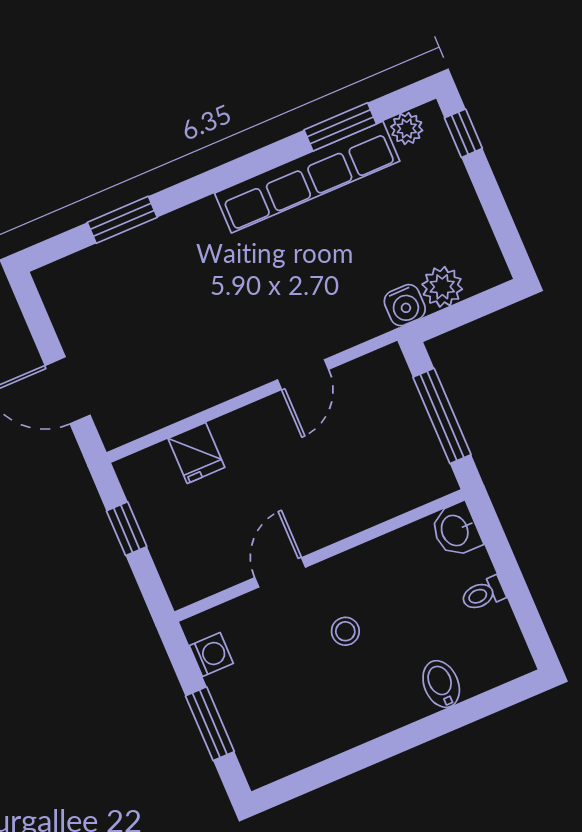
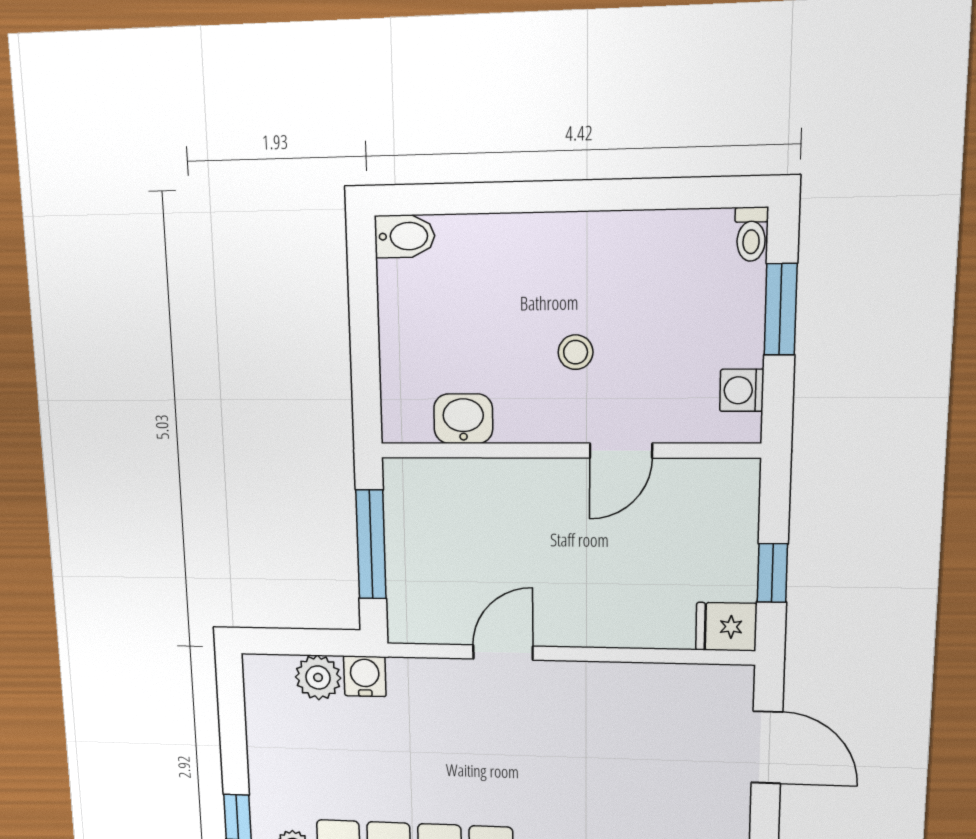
fridge: (196, 453) -> (726, 627), moved, turned -90
washbasin: (456, 530) -> (463, 419), moved, turned -90
toilet: (483, 594) -> (751, 234), moved, turned 90
bidet: (441, 684) -> (405, 236), moved, turned -90

